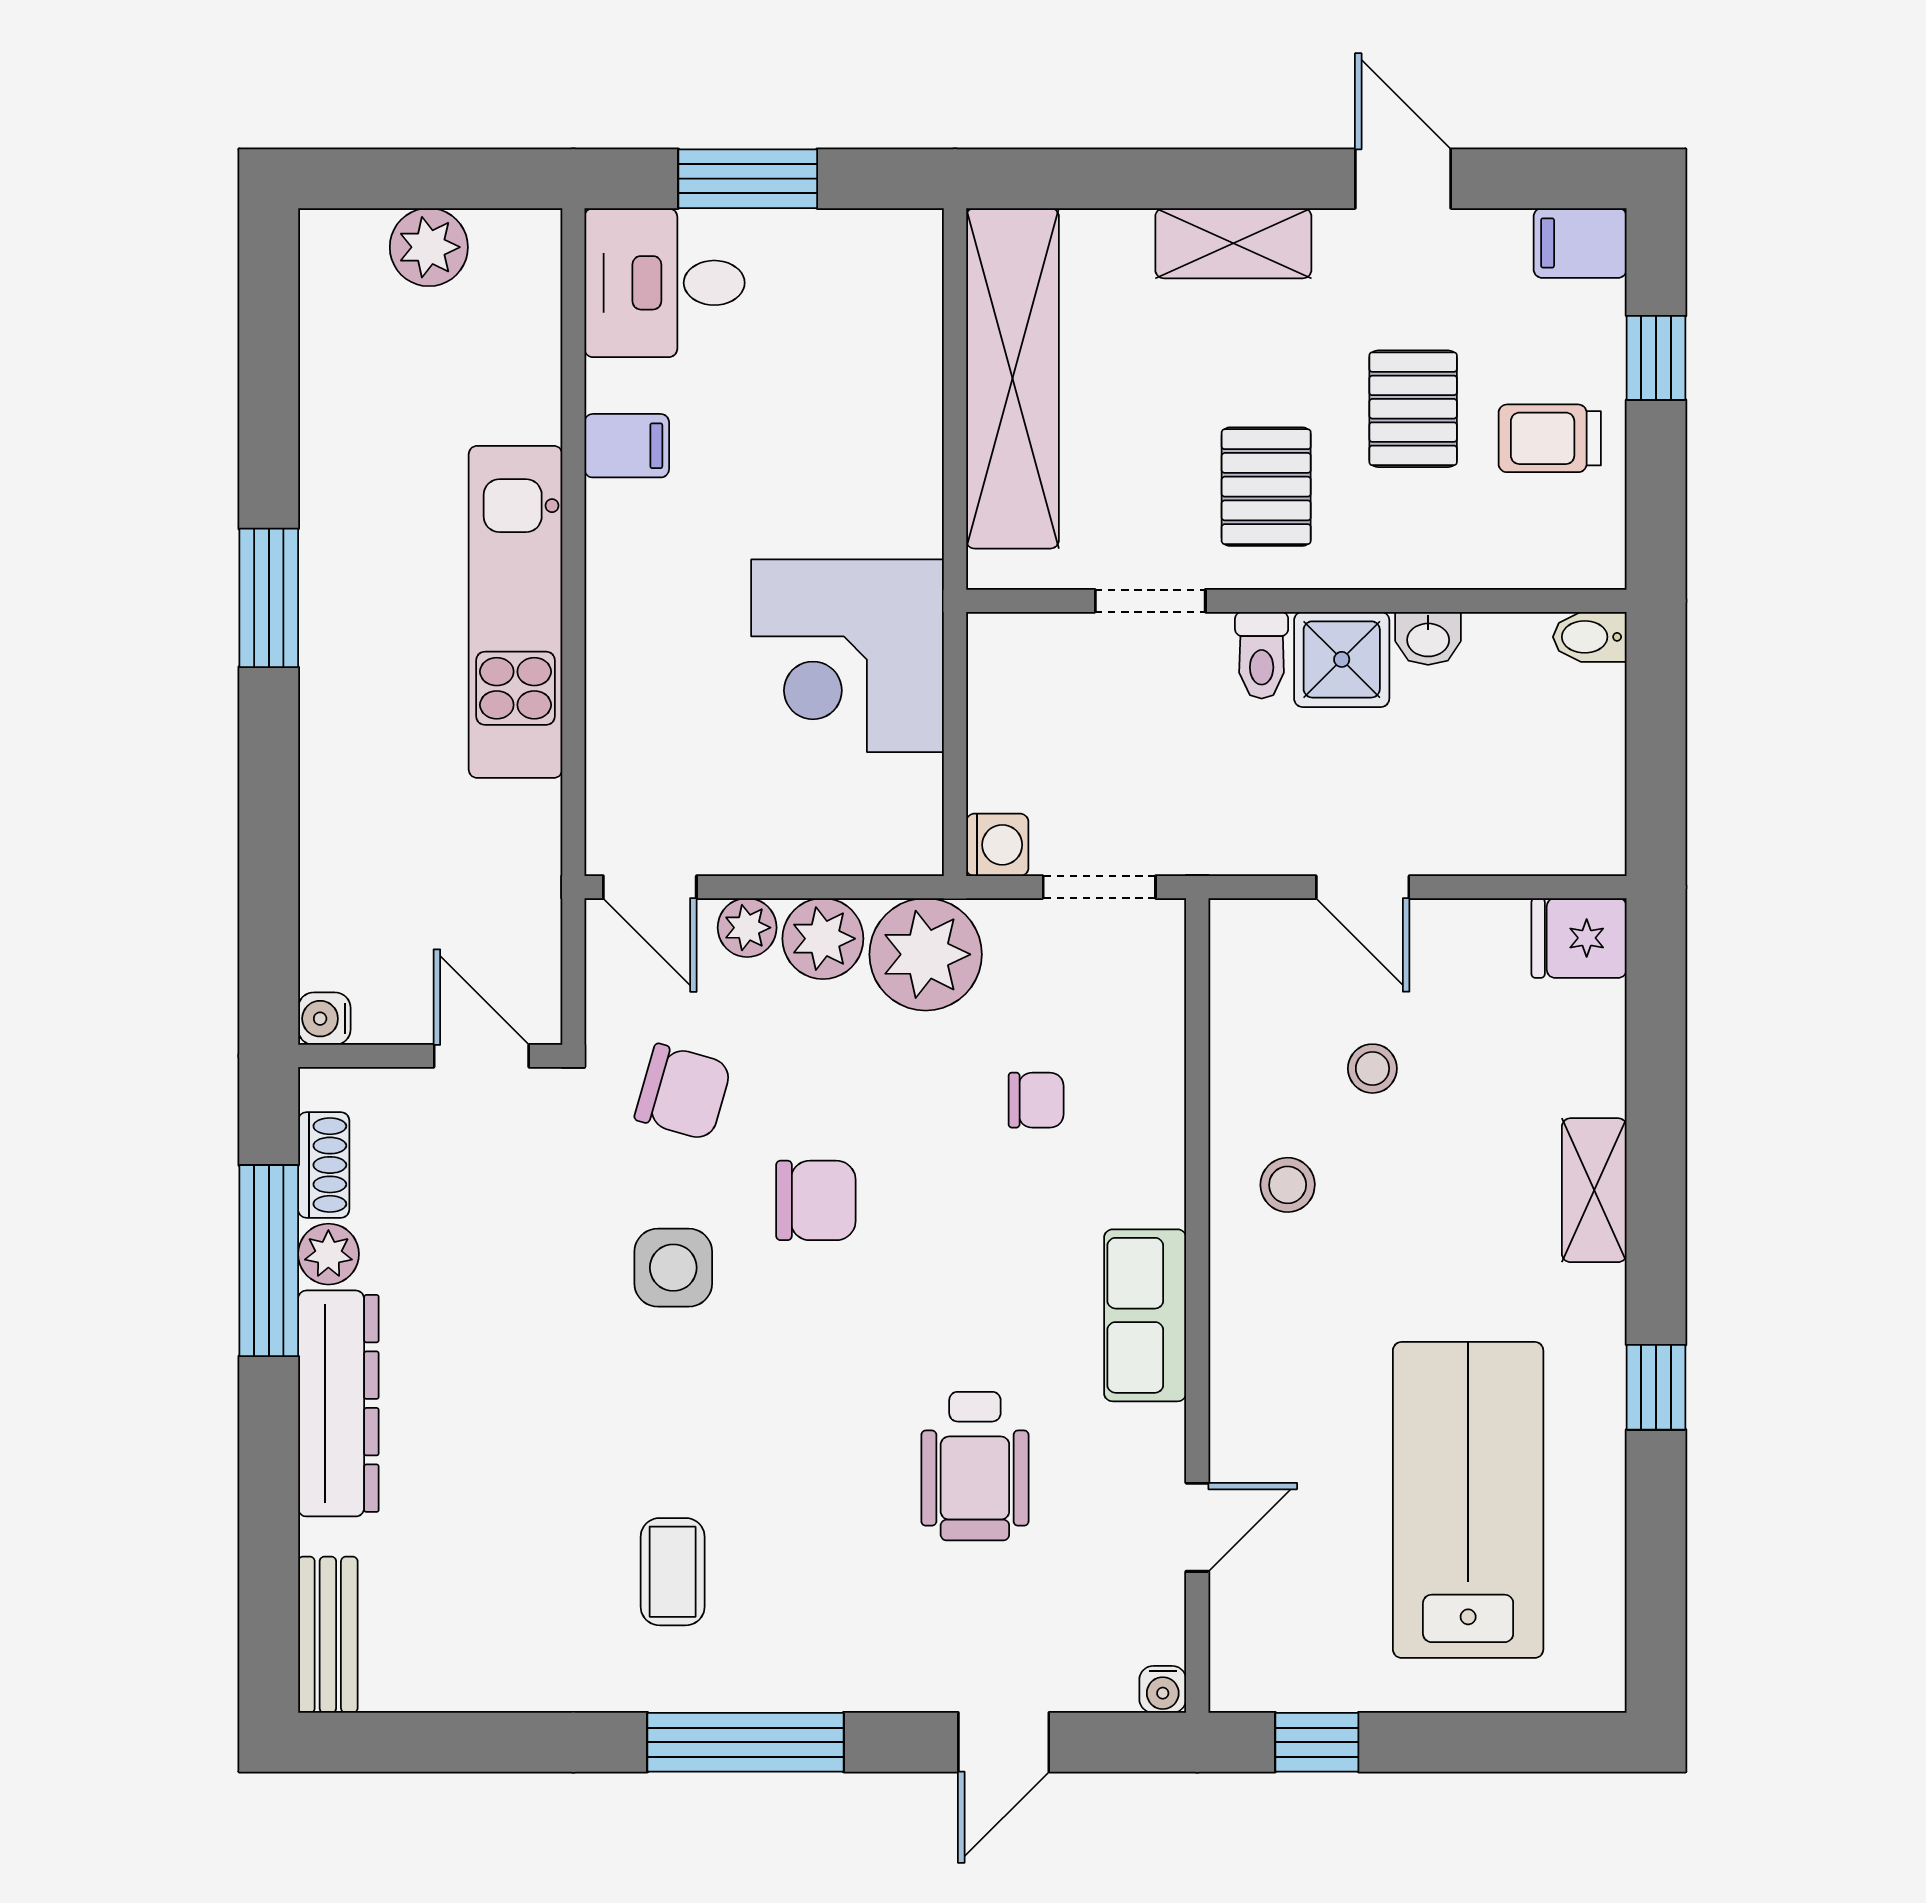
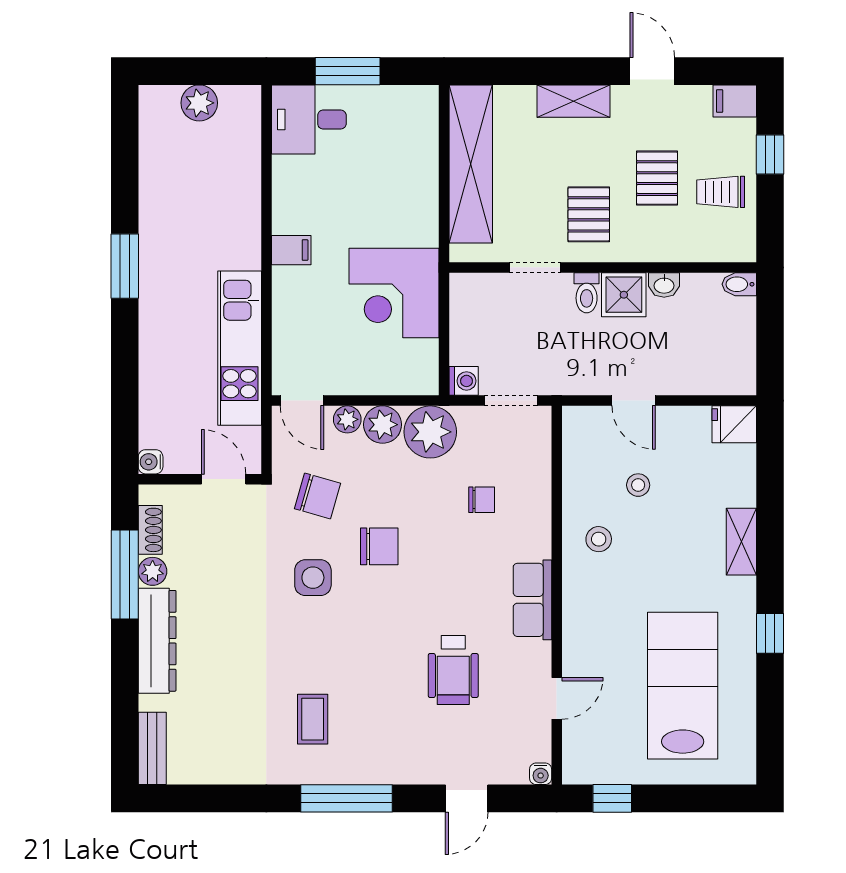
filing cabinet: (627, 446) -> (291, 250), moved
kitchen unit: (516, 612) -> (240, 348), moved

